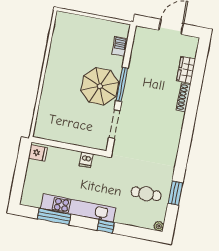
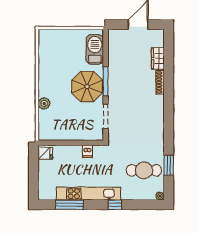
barbecue: (120, 46) -> (95, 49), width x1.88, depth x1.53
plant: (47, 96) -> (44, 103), added
cafe table: (146, 194) -> (144, 170), width x1.37, depth x1.35

